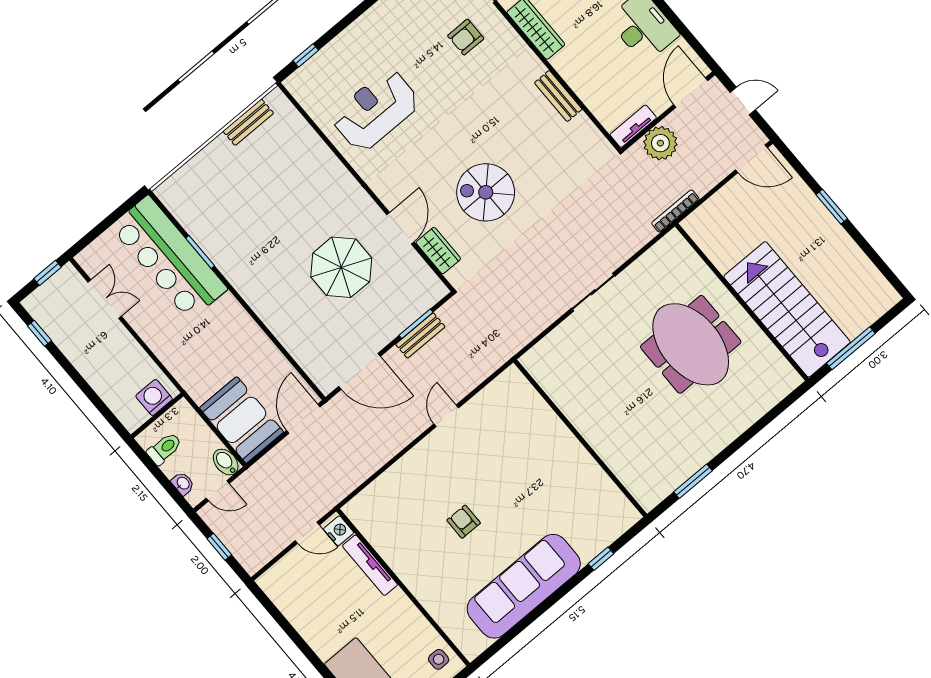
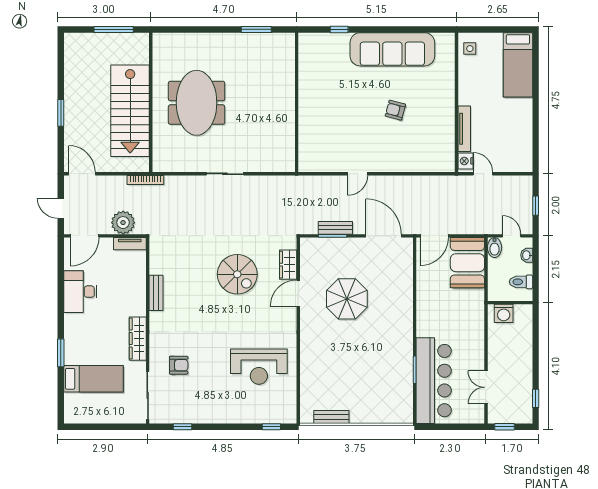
stairs: (787, 309) -> (130, 111), moved
armchair: (464, 522) -> (395, 110), turned 105

